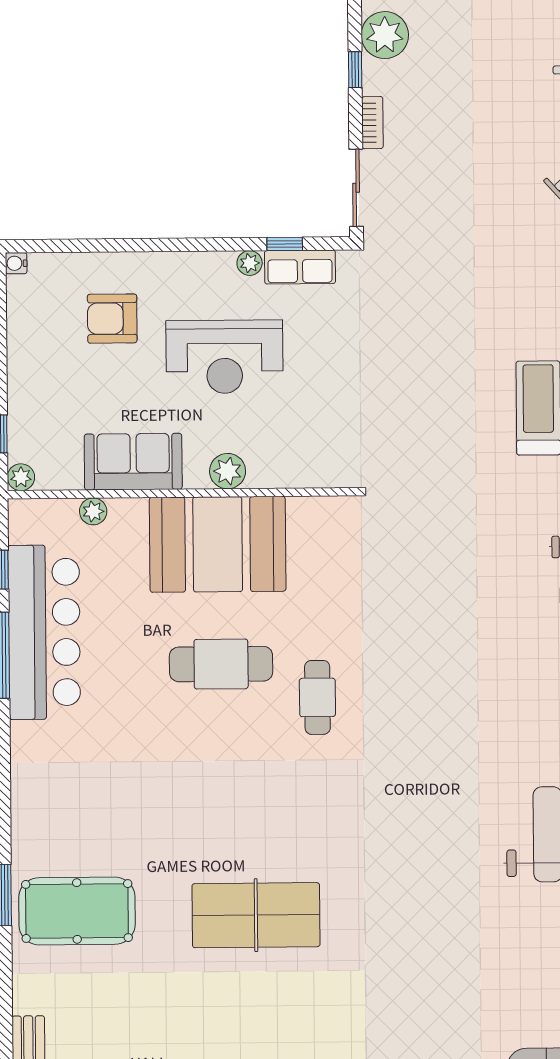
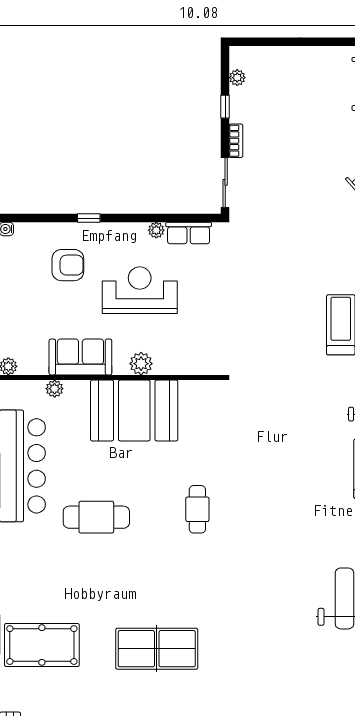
plant: (385, 35) -> (237, 78), width x0.53, depth x0.53
window: (285, 244) -> (89, 218), moved
armchair: (112, 319) -> (68, 265), turned 180
reception desk: (225, 357) -> (140, 290), turned 180
cafe table: (221, 664) -> (96, 517), moved

